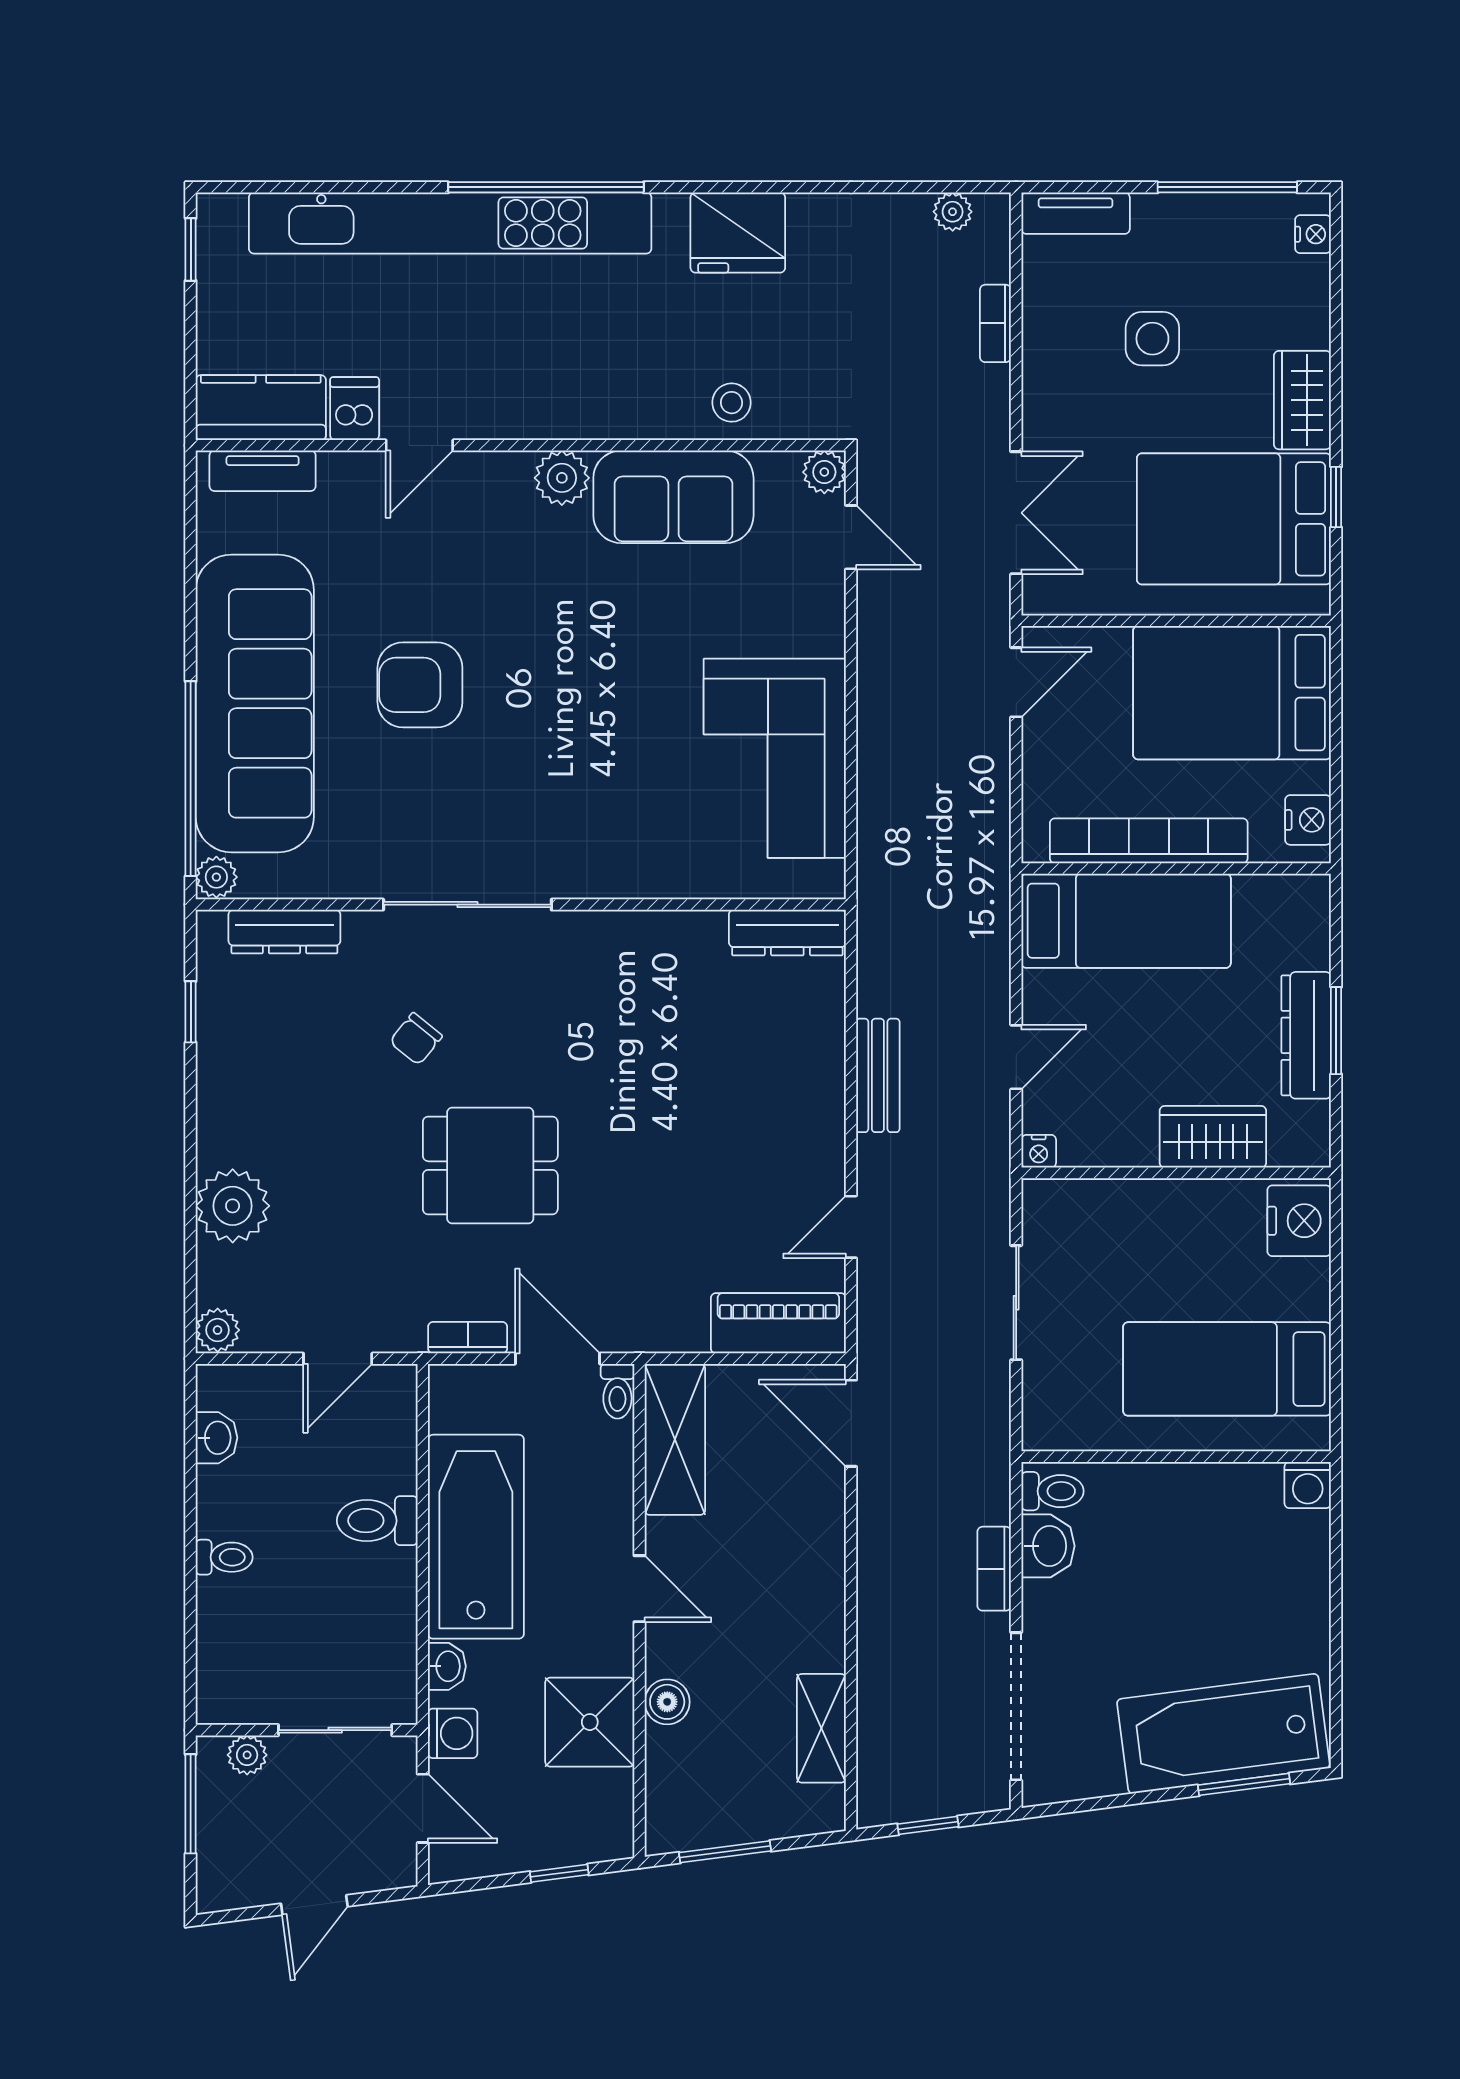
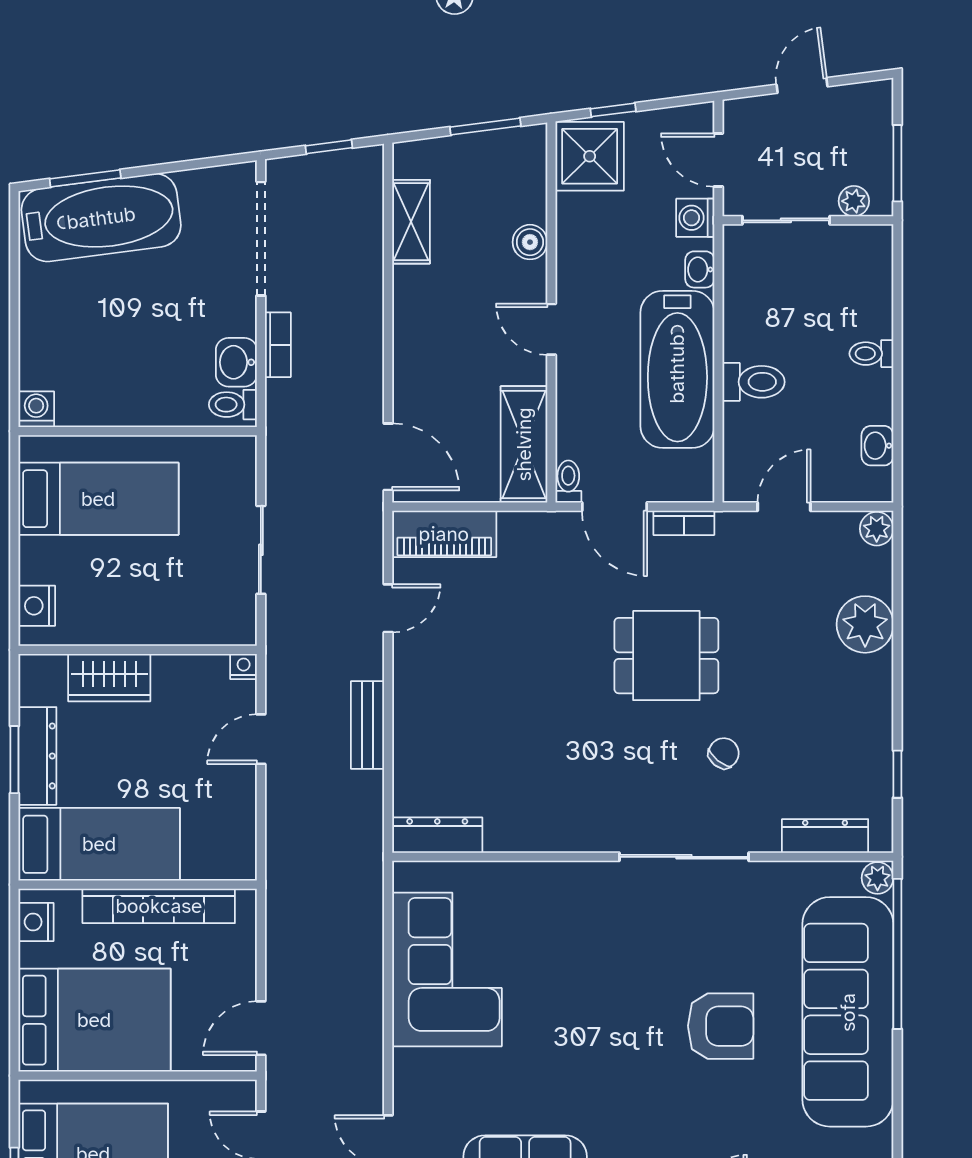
bed: (1126, 921) -> (99, 844), moved, turned 180
nightstand: (1299, 1221) -> (37, 606), width x0.74, depth x0.75
shower: (590, 1722) -> (590, 156), moved

